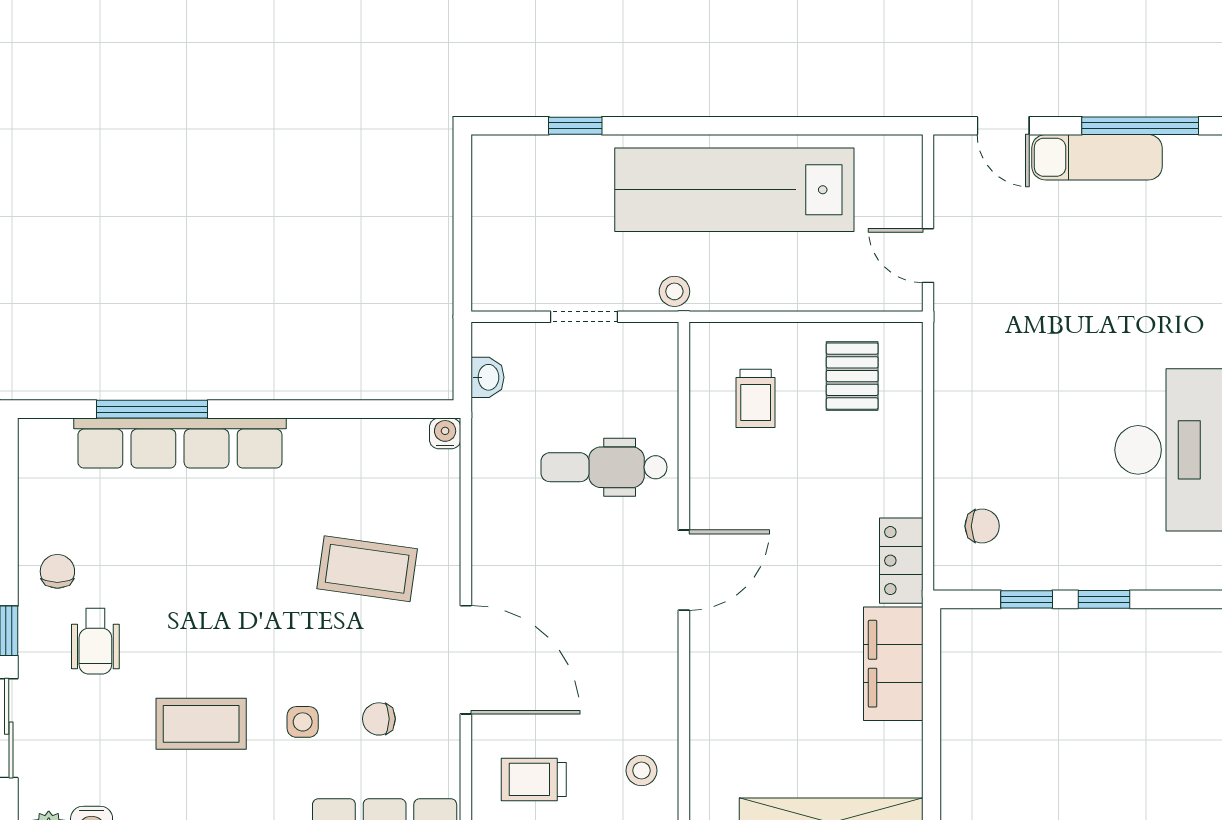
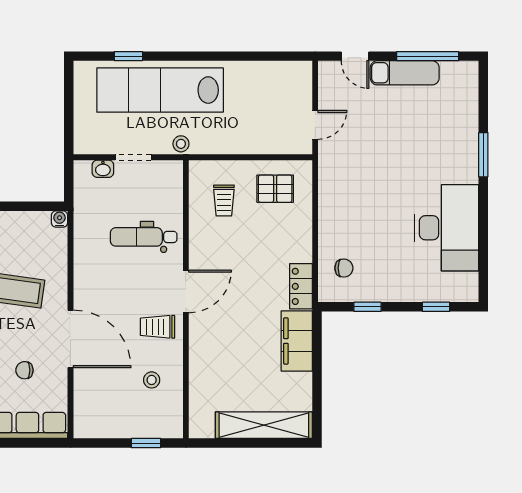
lab bench: (734, 190) -> (160, 90), moved
door: (928, 256) -> (315, 125), swing flipped
pallet: (852, 376) -> (275, 189), turned 90
washbasin: (487, 377) -> (103, 169), moved, turned 90
window: (1104, 599) -> (436, 307), moved
stool: (642, 771) -> (152, 380), moved
trolley: (534, 779) -> (157, 327), moved

